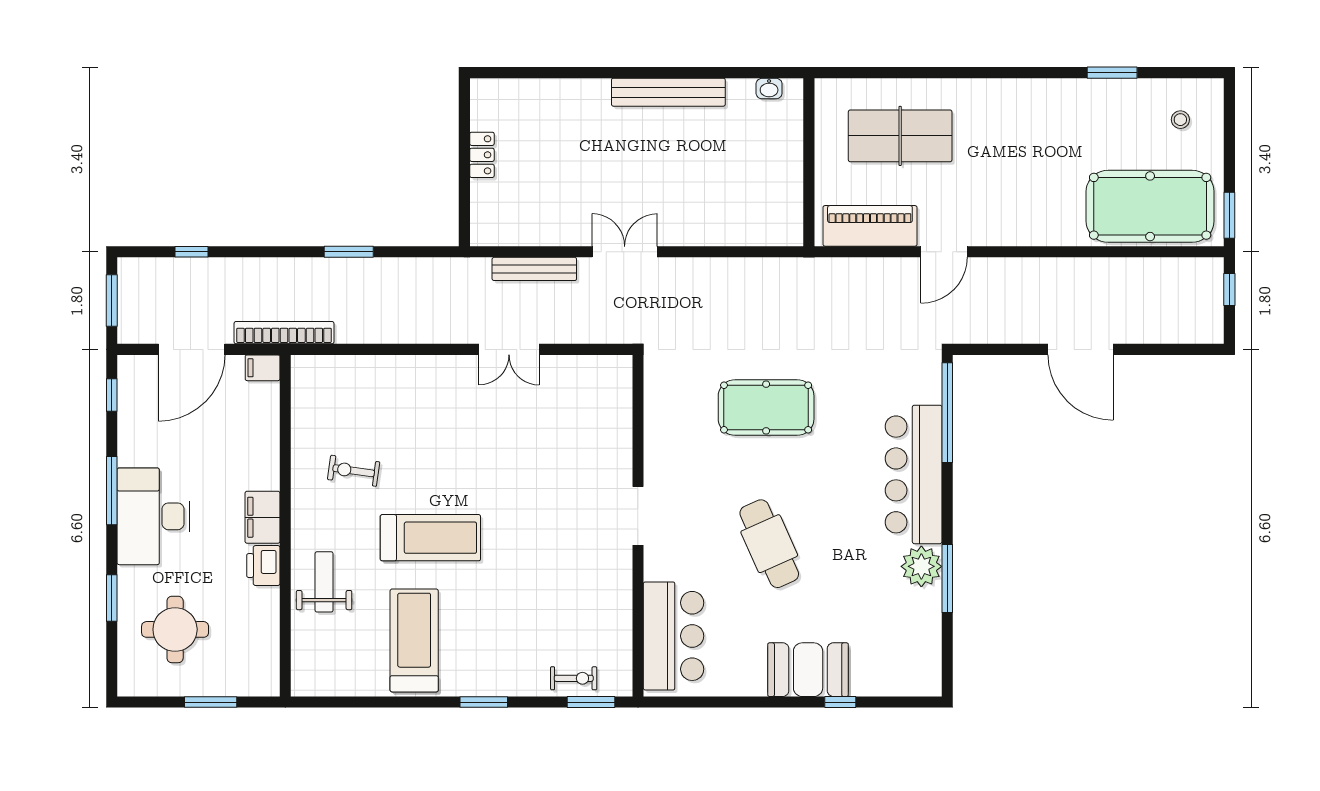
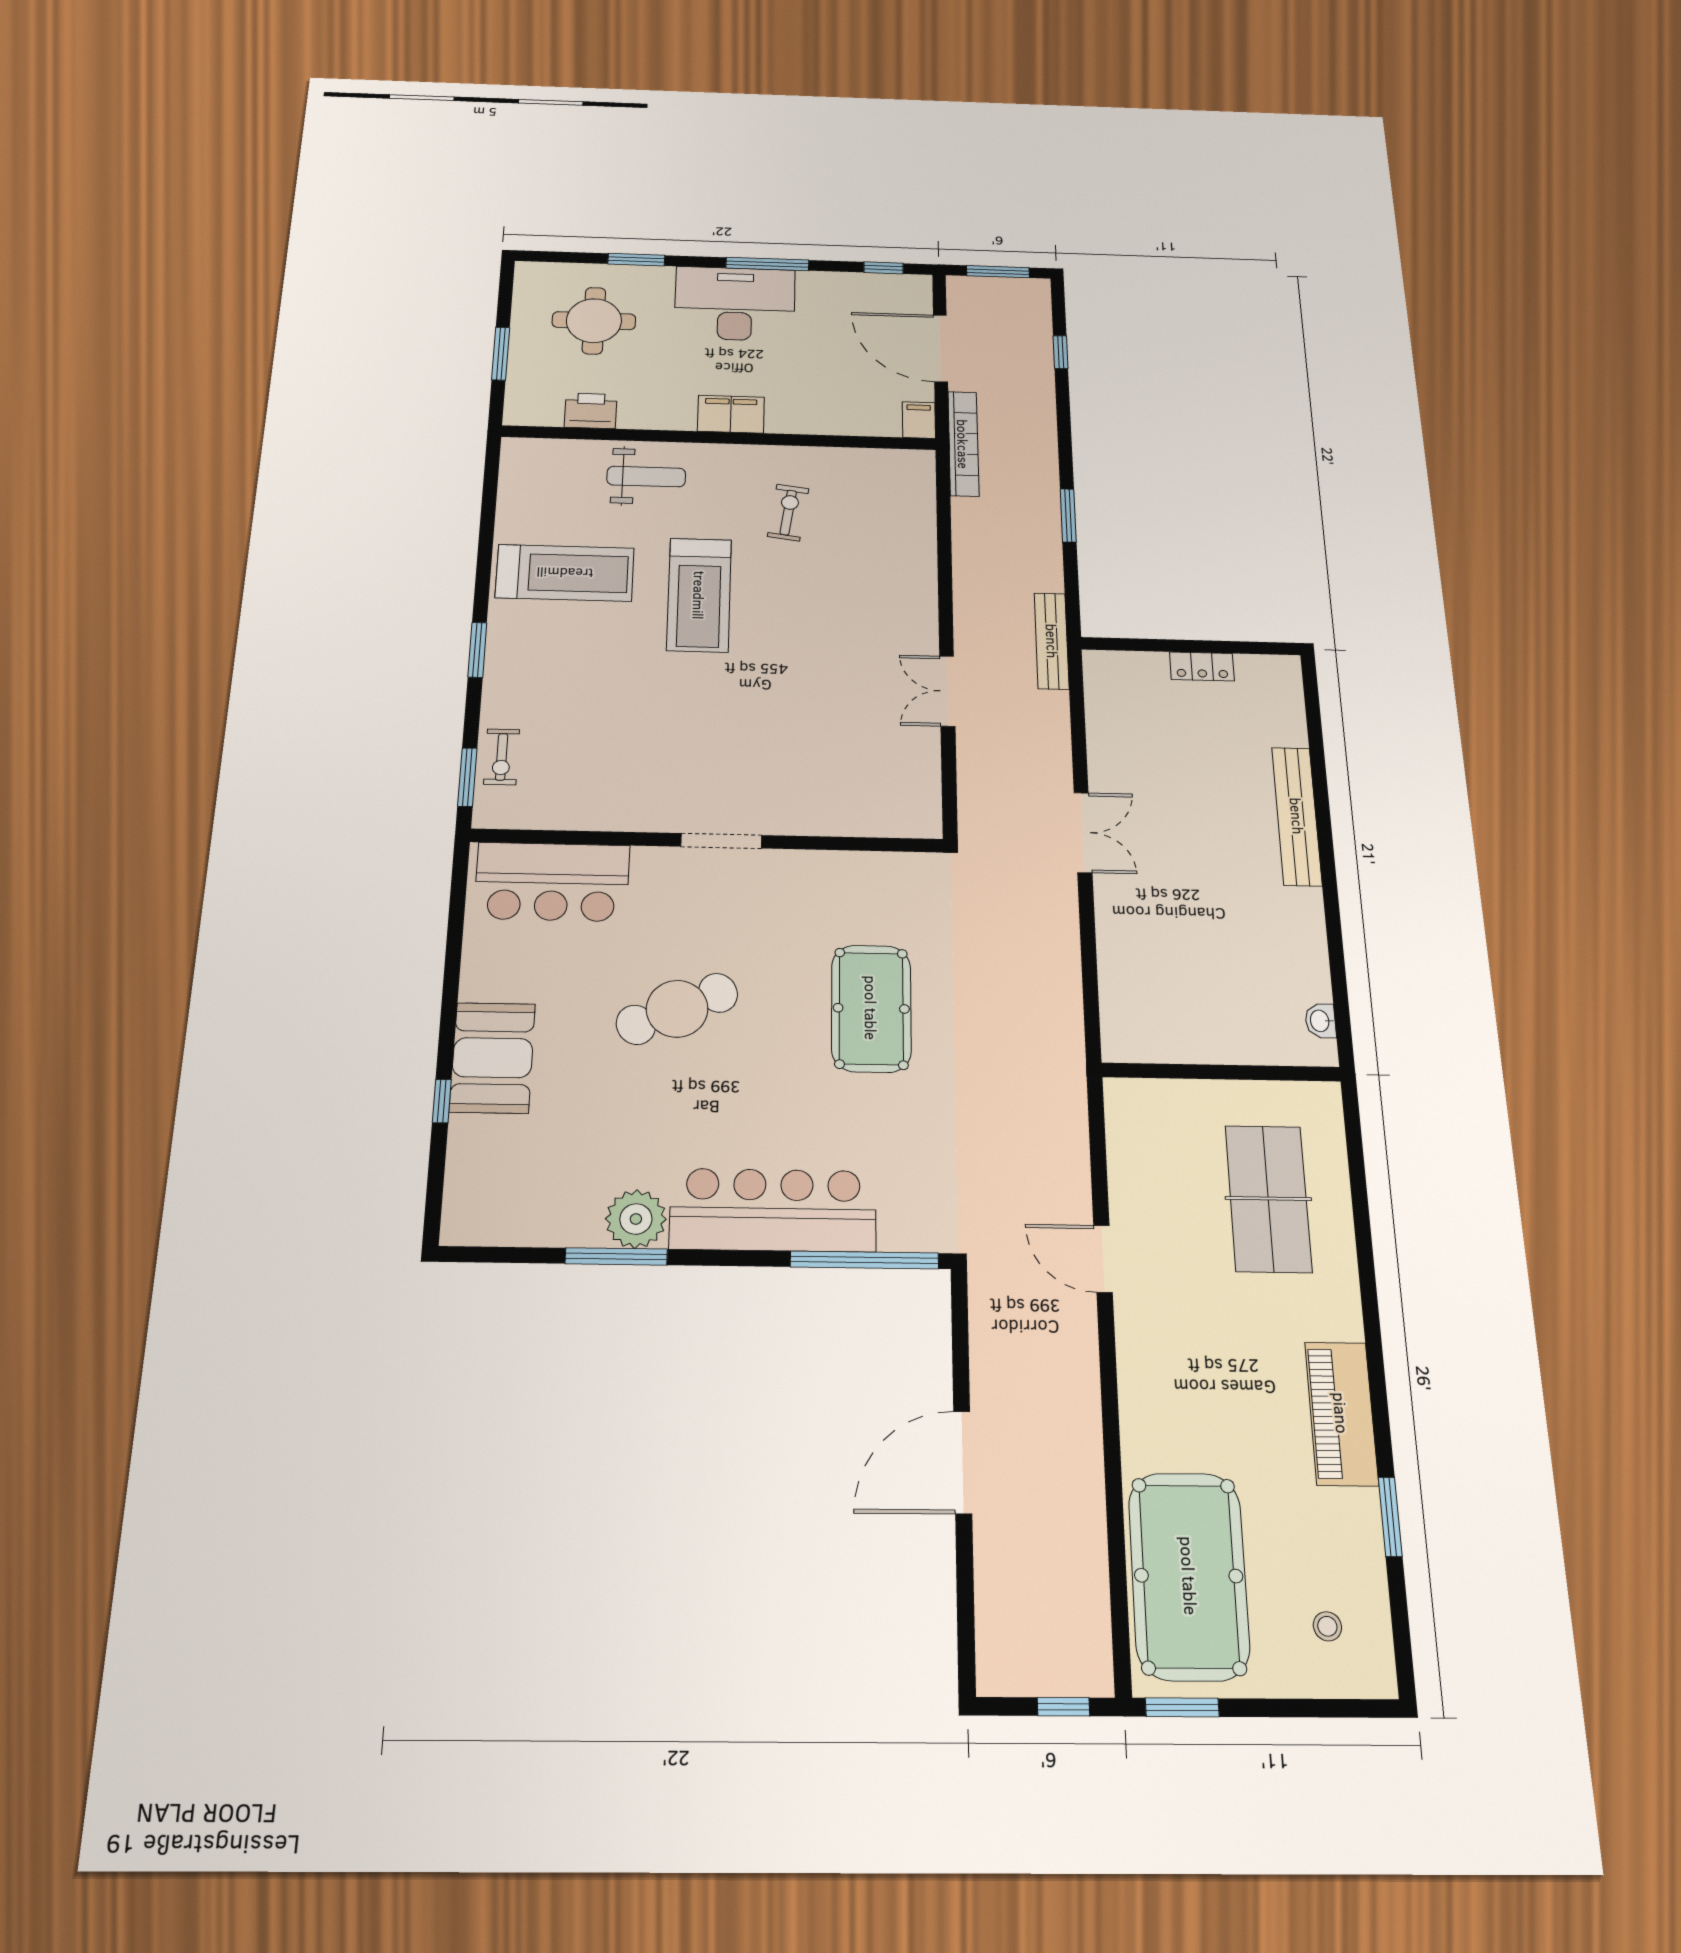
bench: (668, 92) -> (1297, 816), moved
piano: (870, 226) -> (1341, 1413), moved, turned 180
bench: (534, 269) -> (1052, 641), moved
printer: (263, 566) -> (591, 411), moved

